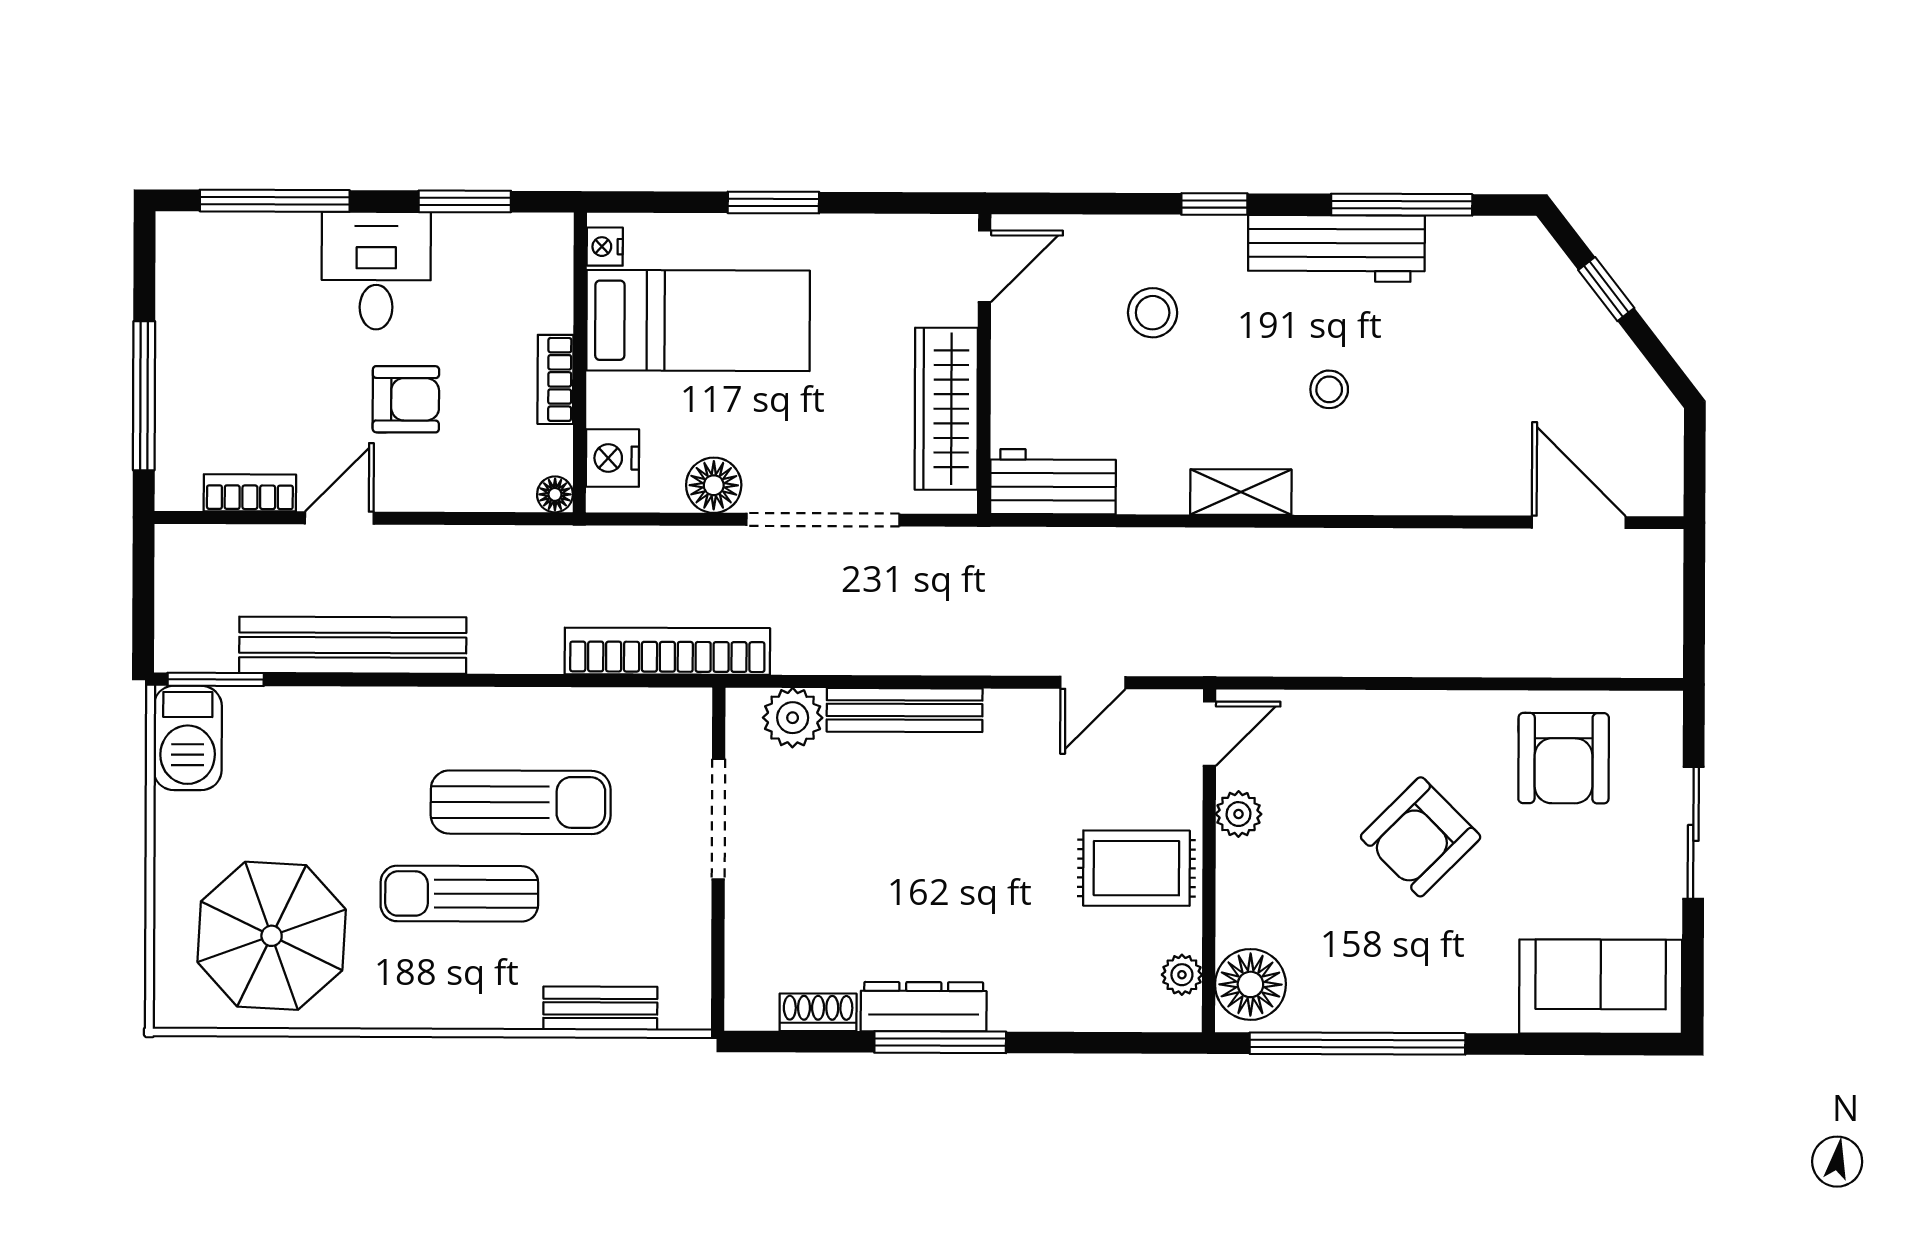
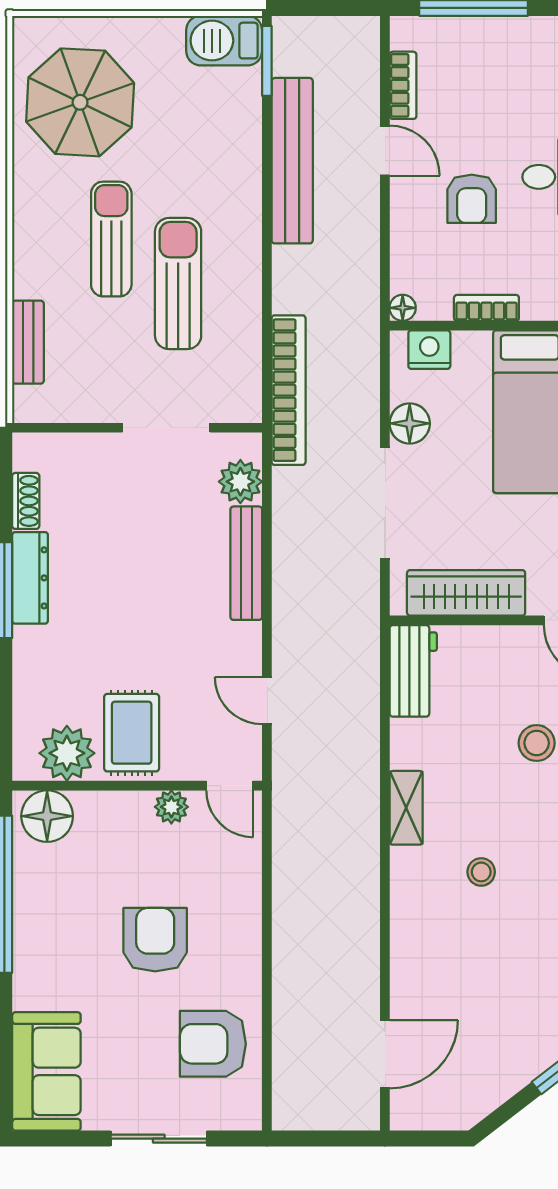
sun lounger: (521, 802) -> (178, 284), turned 180
armchair: (1421, 837) -> (155, 940), turned 45
plant: (1182, 975) -> (67, 753), width x1.88, depth x1.88

